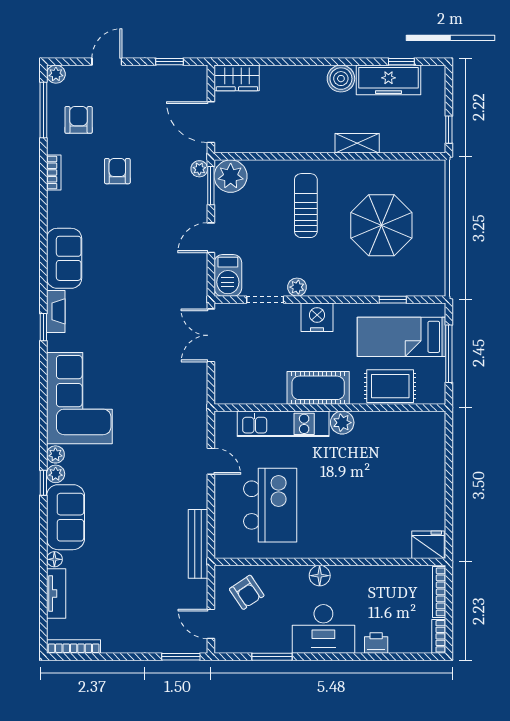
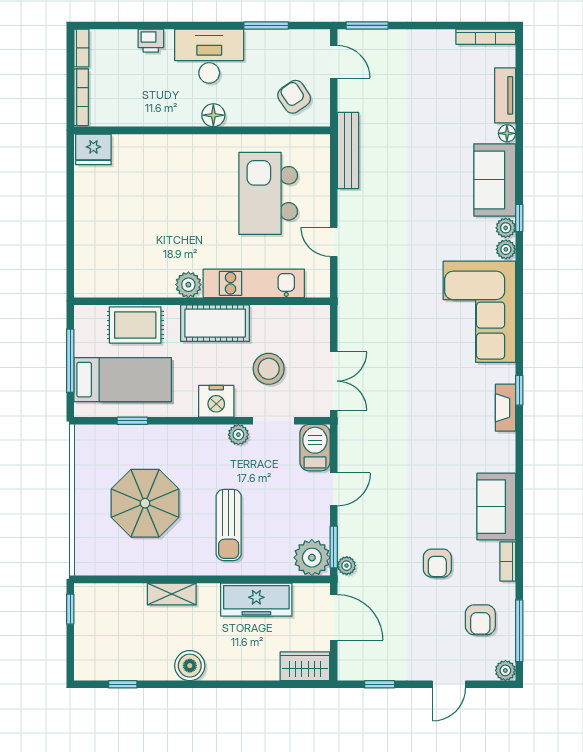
freezer: (388, 80) -> (256, 600), moved, turned 180
sofa: (64, 258) -> (496, 507), moved
stool: (270, 347) -> (269, 369), added

